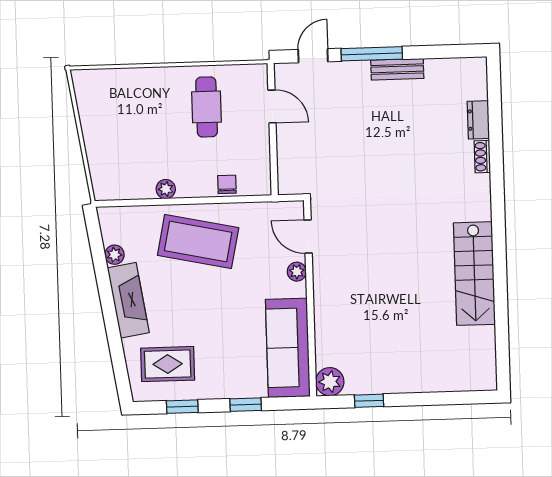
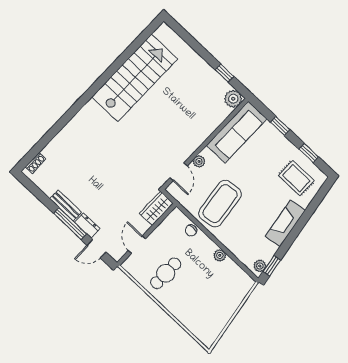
dresser: (478, 120) -> (87, 225), moved, turned -90
shoe rack: (482, 157) -> (36, 163), moved
wardrobe: (291, 170) -> (156, 208), added
window: (95, 237) -> (272, 266), added
coffee table: (198, 241) -> (220, 204), moved, turned 71
plant: (114, 255) -> (260, 266), moved
stairs: (474, 274) -> (135, 78), width x1.36, depth x1.51

